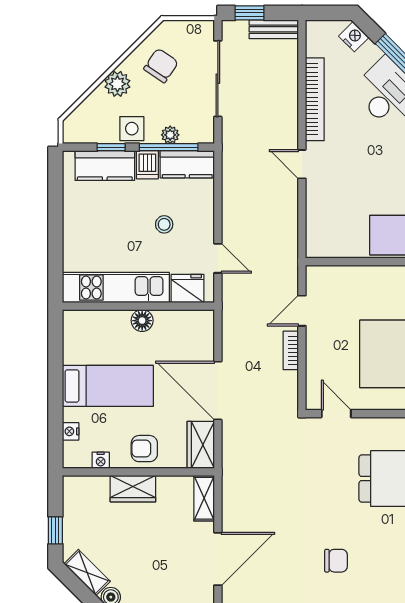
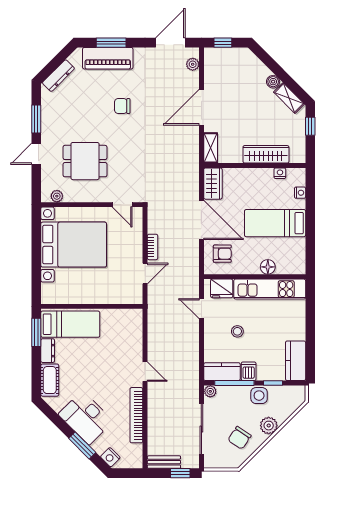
plant: (170, 135) -> (210, 391), moved
kitchen counter: (105, 166) -> (296, 361), moved, turned -90
floor lamp: (142, 321) -> (268, 267), moved
armchair: (144, 449) -> (222, 254), moved
wardrobe: (133, 489) -> (266, 154), width x1.50

